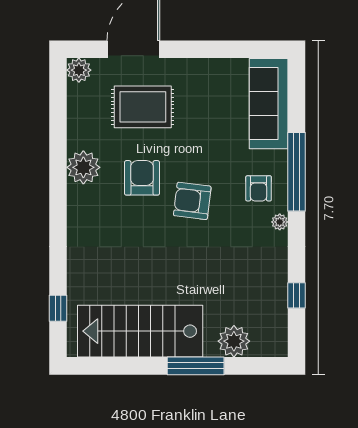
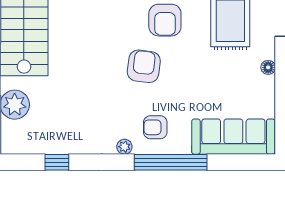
floor lamp: (193, 66) -> (268, 67), added
armchair: (142, 178) -> (165, 20), turned 90

